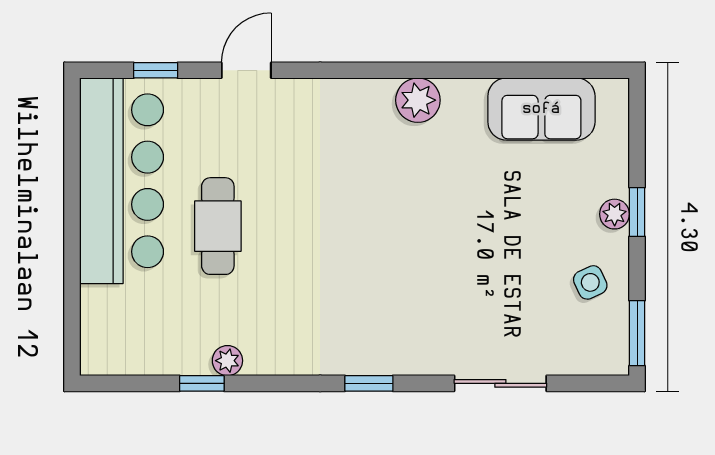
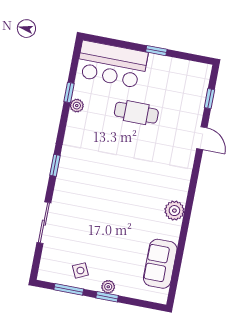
bar counter: (122, 181) -> (112, 64), moved, width x0.73
window: (72, 208) -> (156, 51), added
window: (637, 333) -> (69, 289), moved

